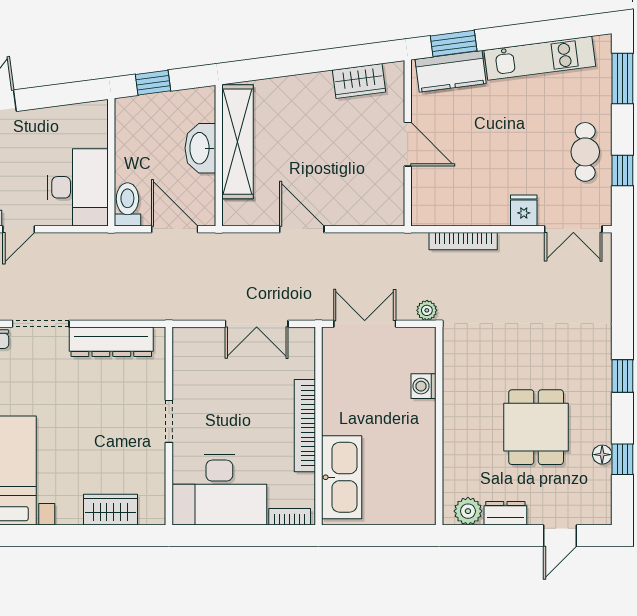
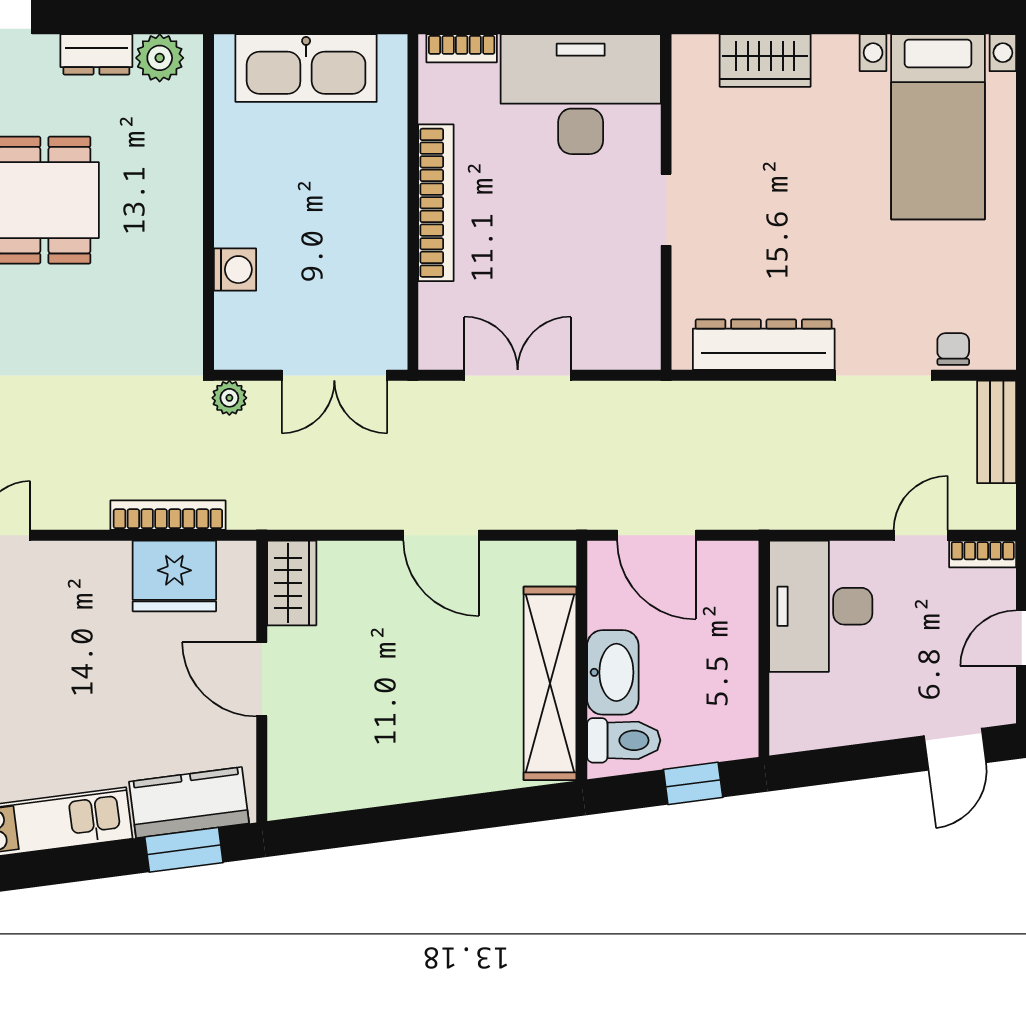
wardrobe: (359, 81) -> (292, 583), moved, turned 97
toilet: (127, 204) -> (624, 740), moved, turned -90
fridge: (524, 210) -> (174, 576), moved, width x1.88, depth x1.34
kitchen sink: (342, 477) -> (306, 68), moved, turned -90

